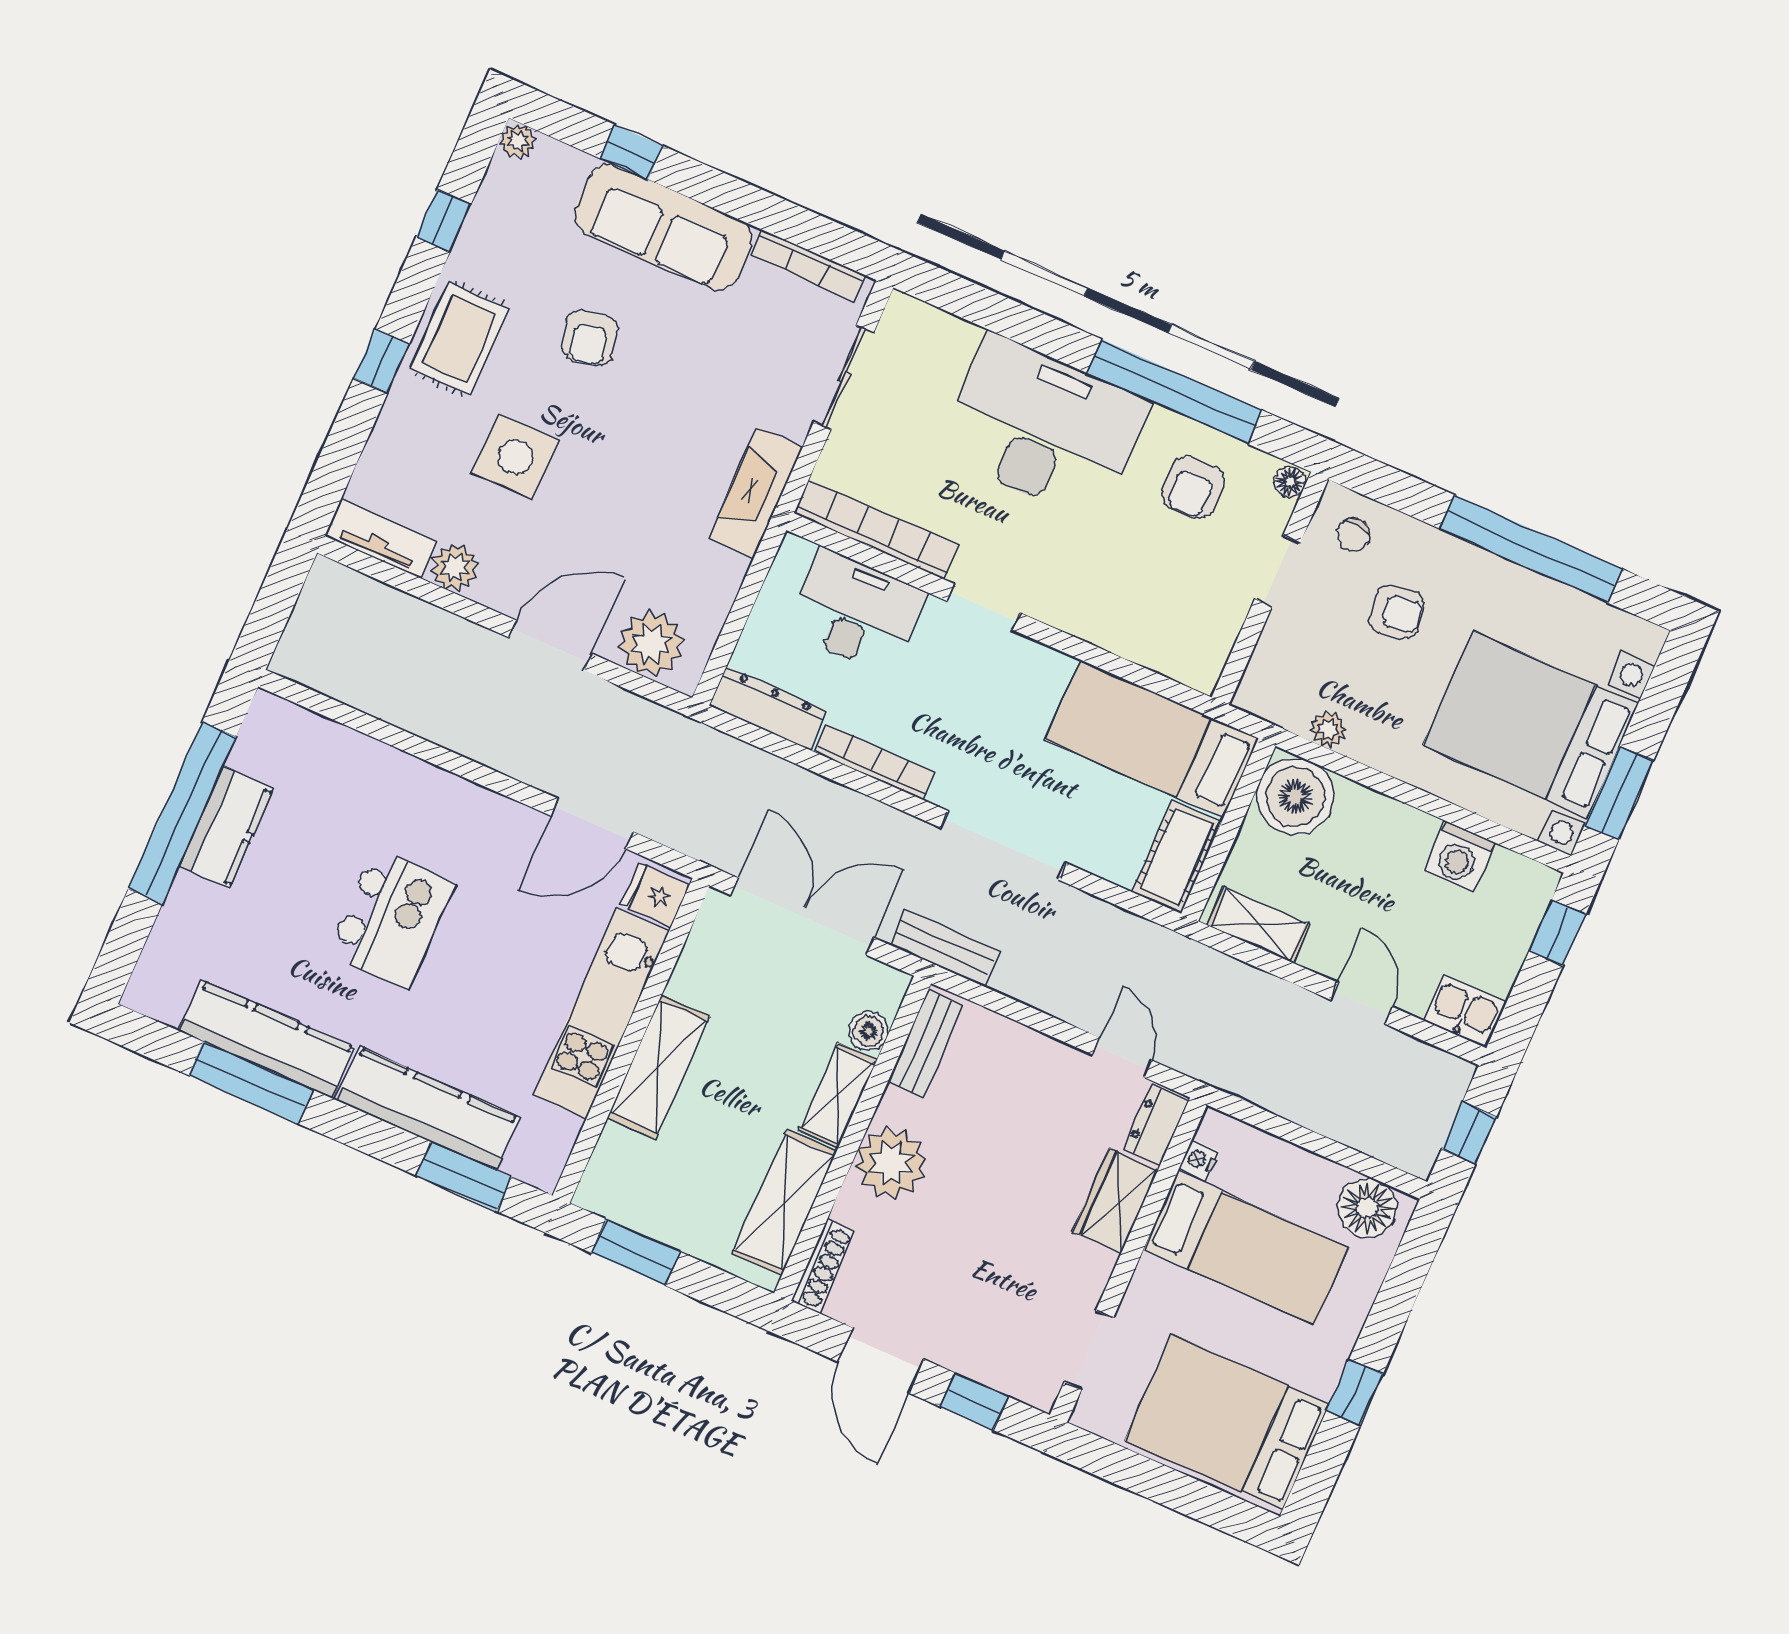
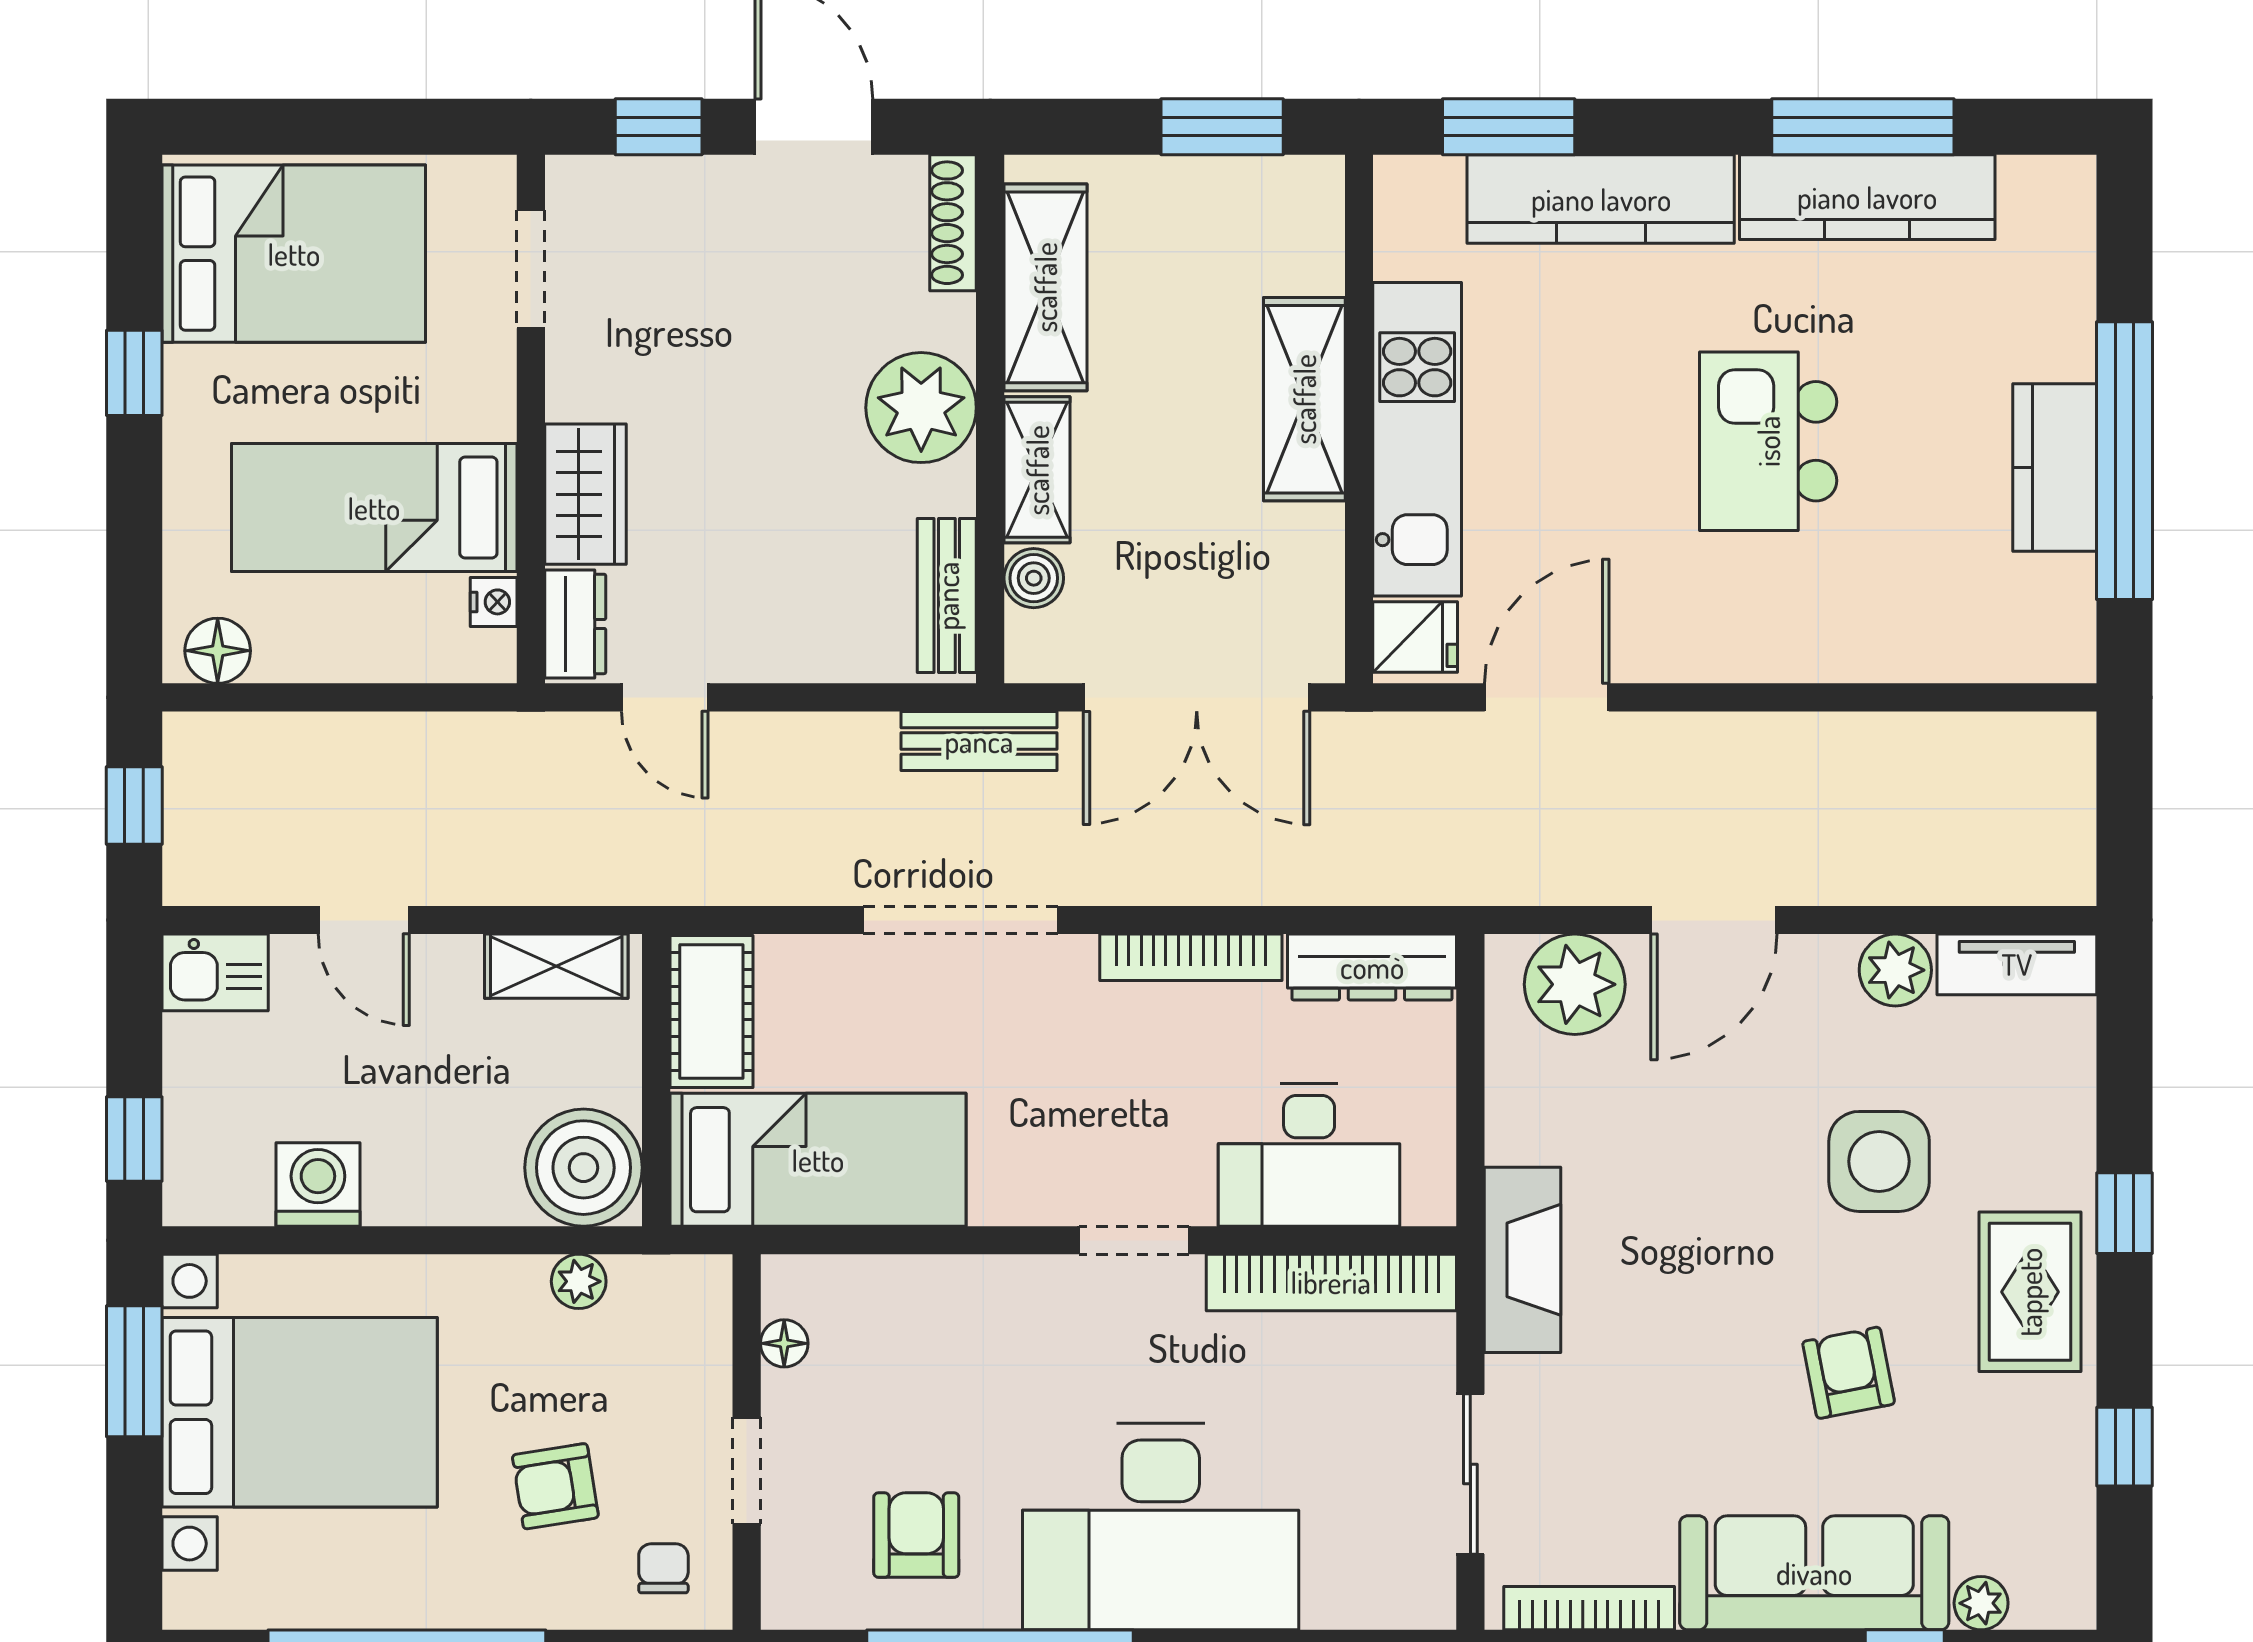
plant: (518, 141) -> (1981, 1603), moved
floor lamp: (1290, 482) -> (784, 1343), moved
floor lamp: (1367, 1208) -> (218, 651), width x0.73, depth x0.73

